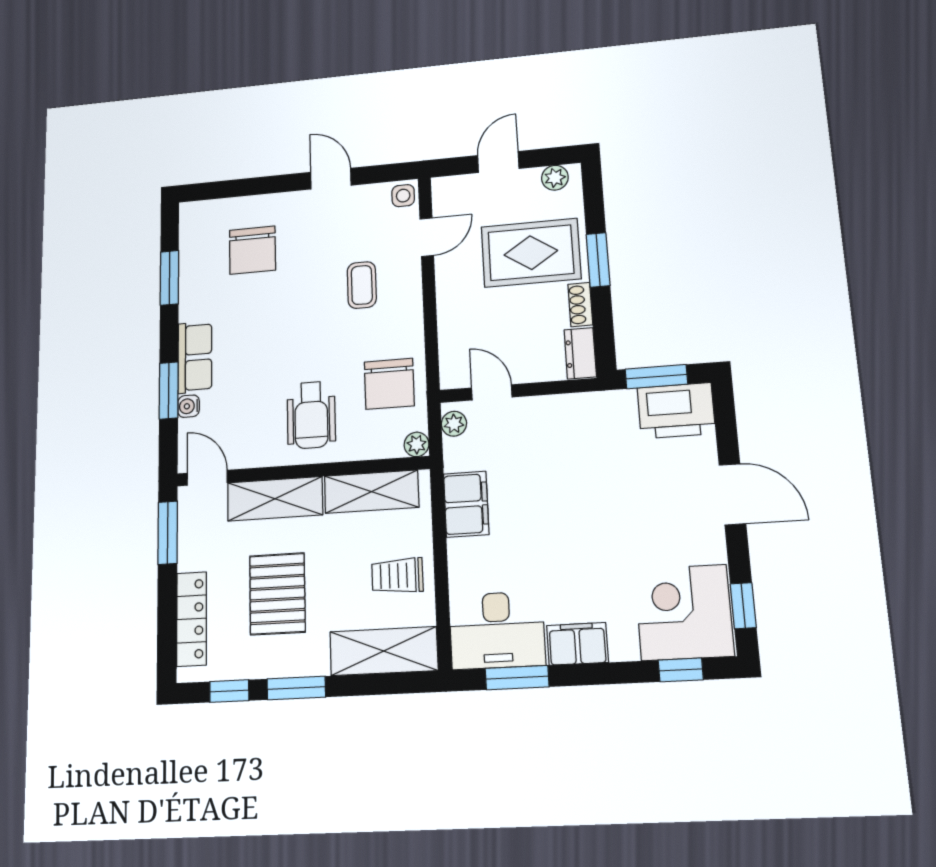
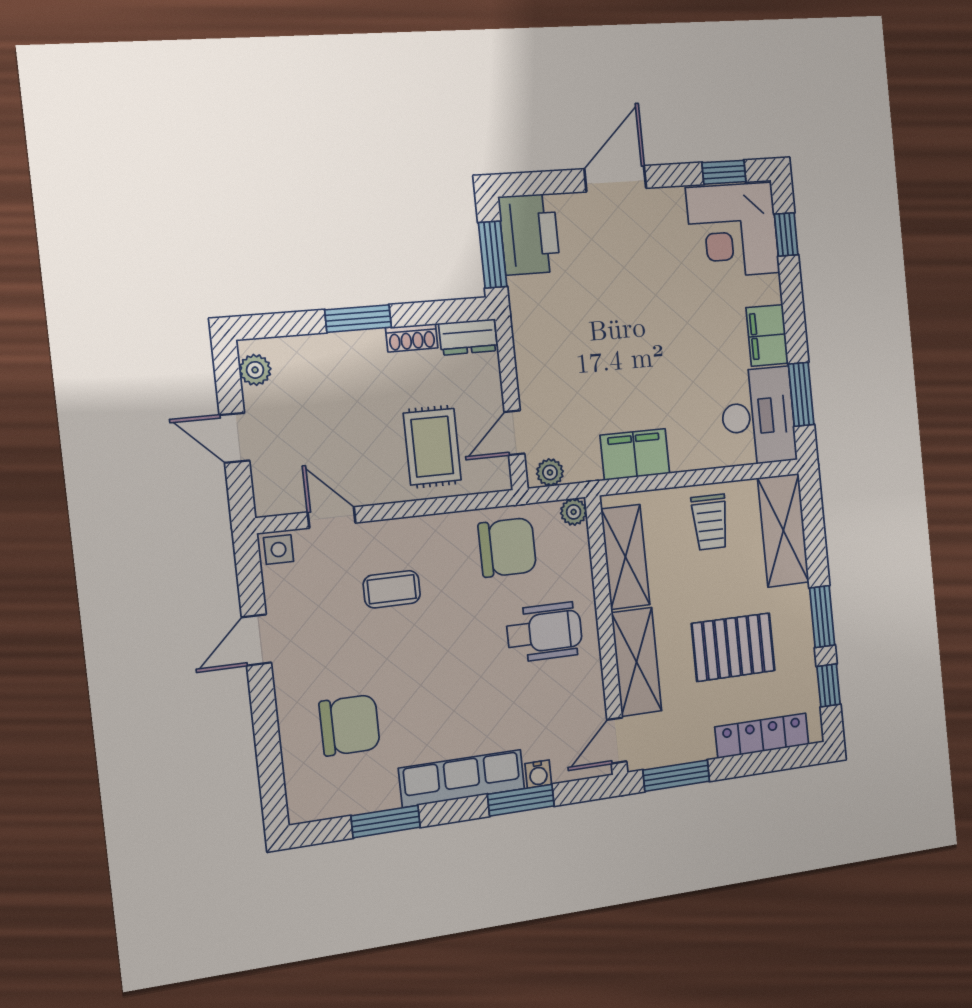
rug: (531, 253) -> (432, 447), moved, width x0.73, depth x0.70
row of seats: (195, 357) -> (462, 778), width x1.48

